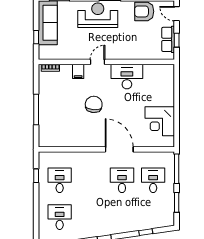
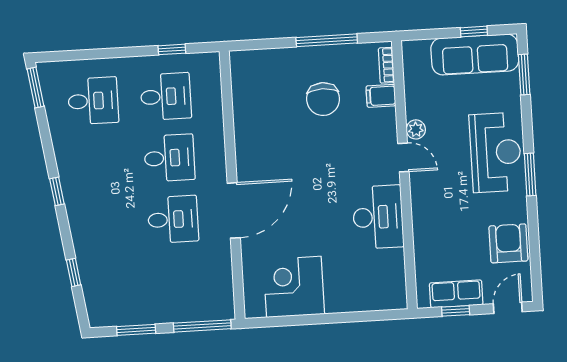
window: (36, 37) -> (474, 32), moved
plant: (84, 55) -> (416, 129), added
filing cabinet: (78, 71) -> (381, 96), moved
chair: (94, 104) -> (323, 99), moved, turned 85
window: (36, 109) -> (327, 40), moved
desk: (153, 180) -> (169, 158), moved

